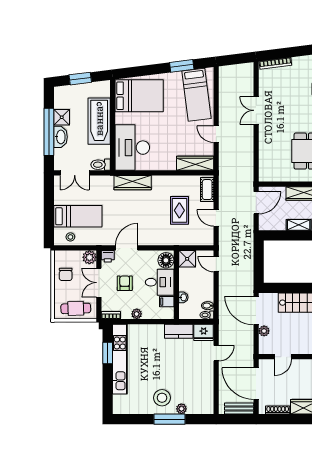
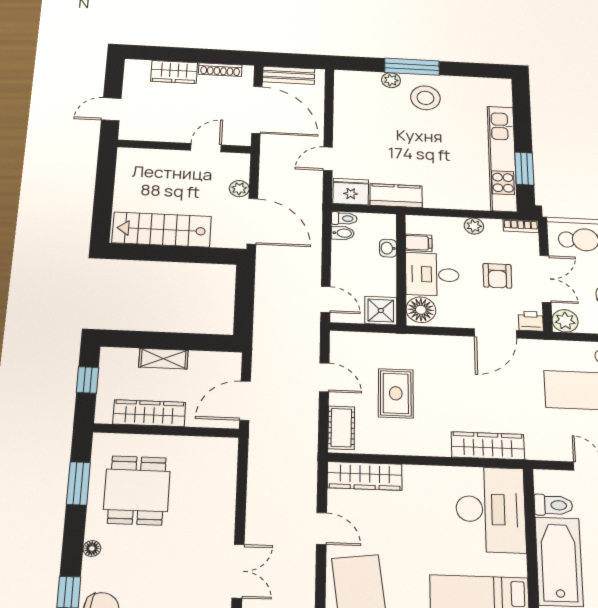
toilet: (100, 165) -> (553, 505), moved

